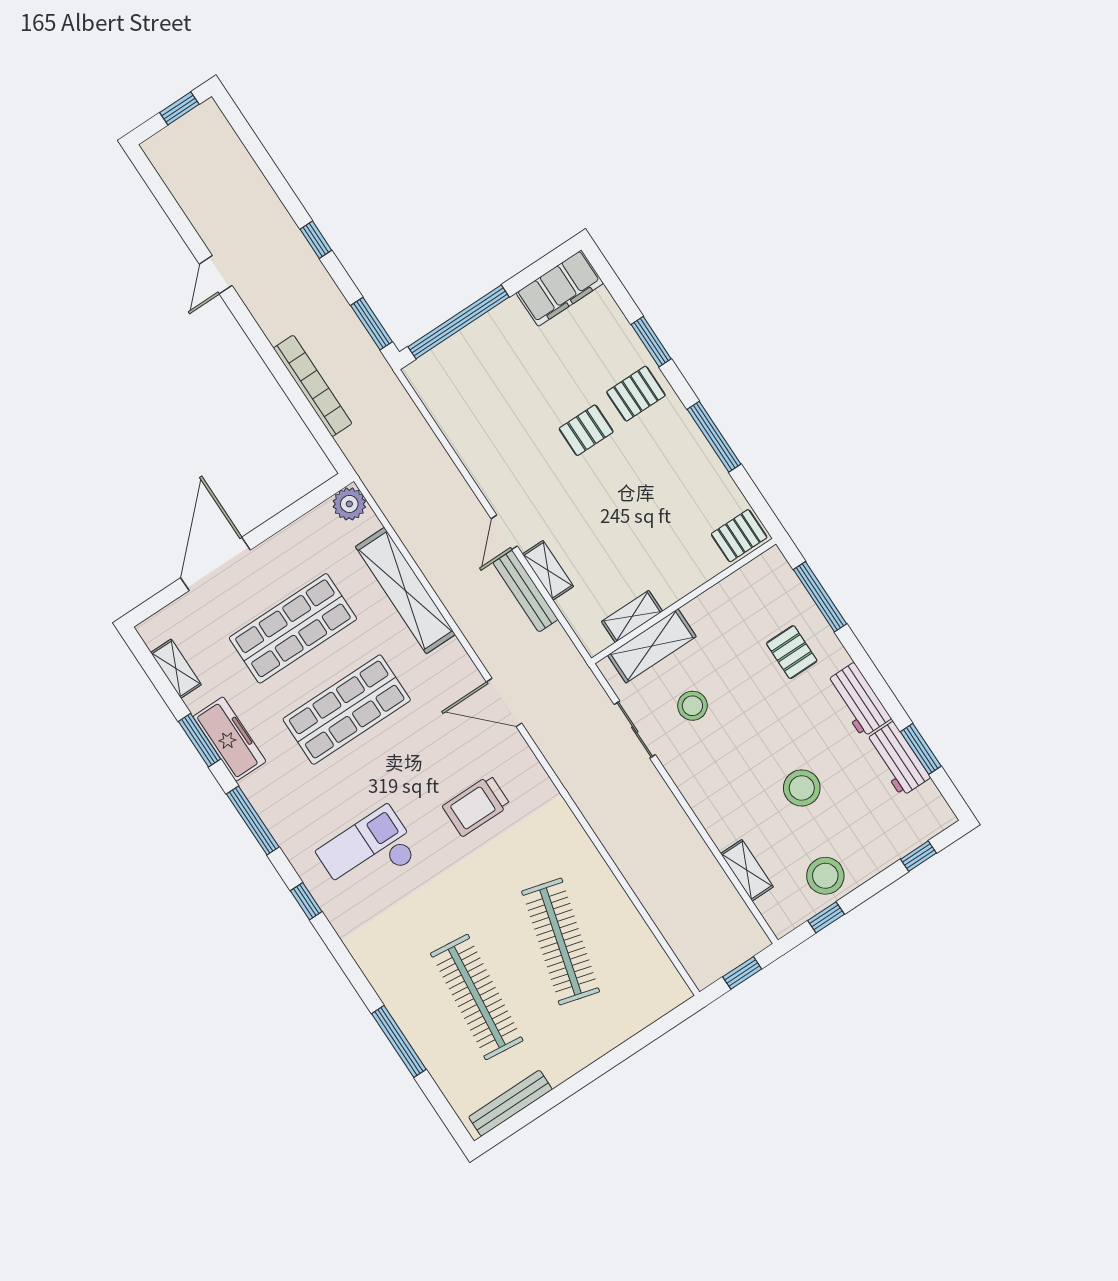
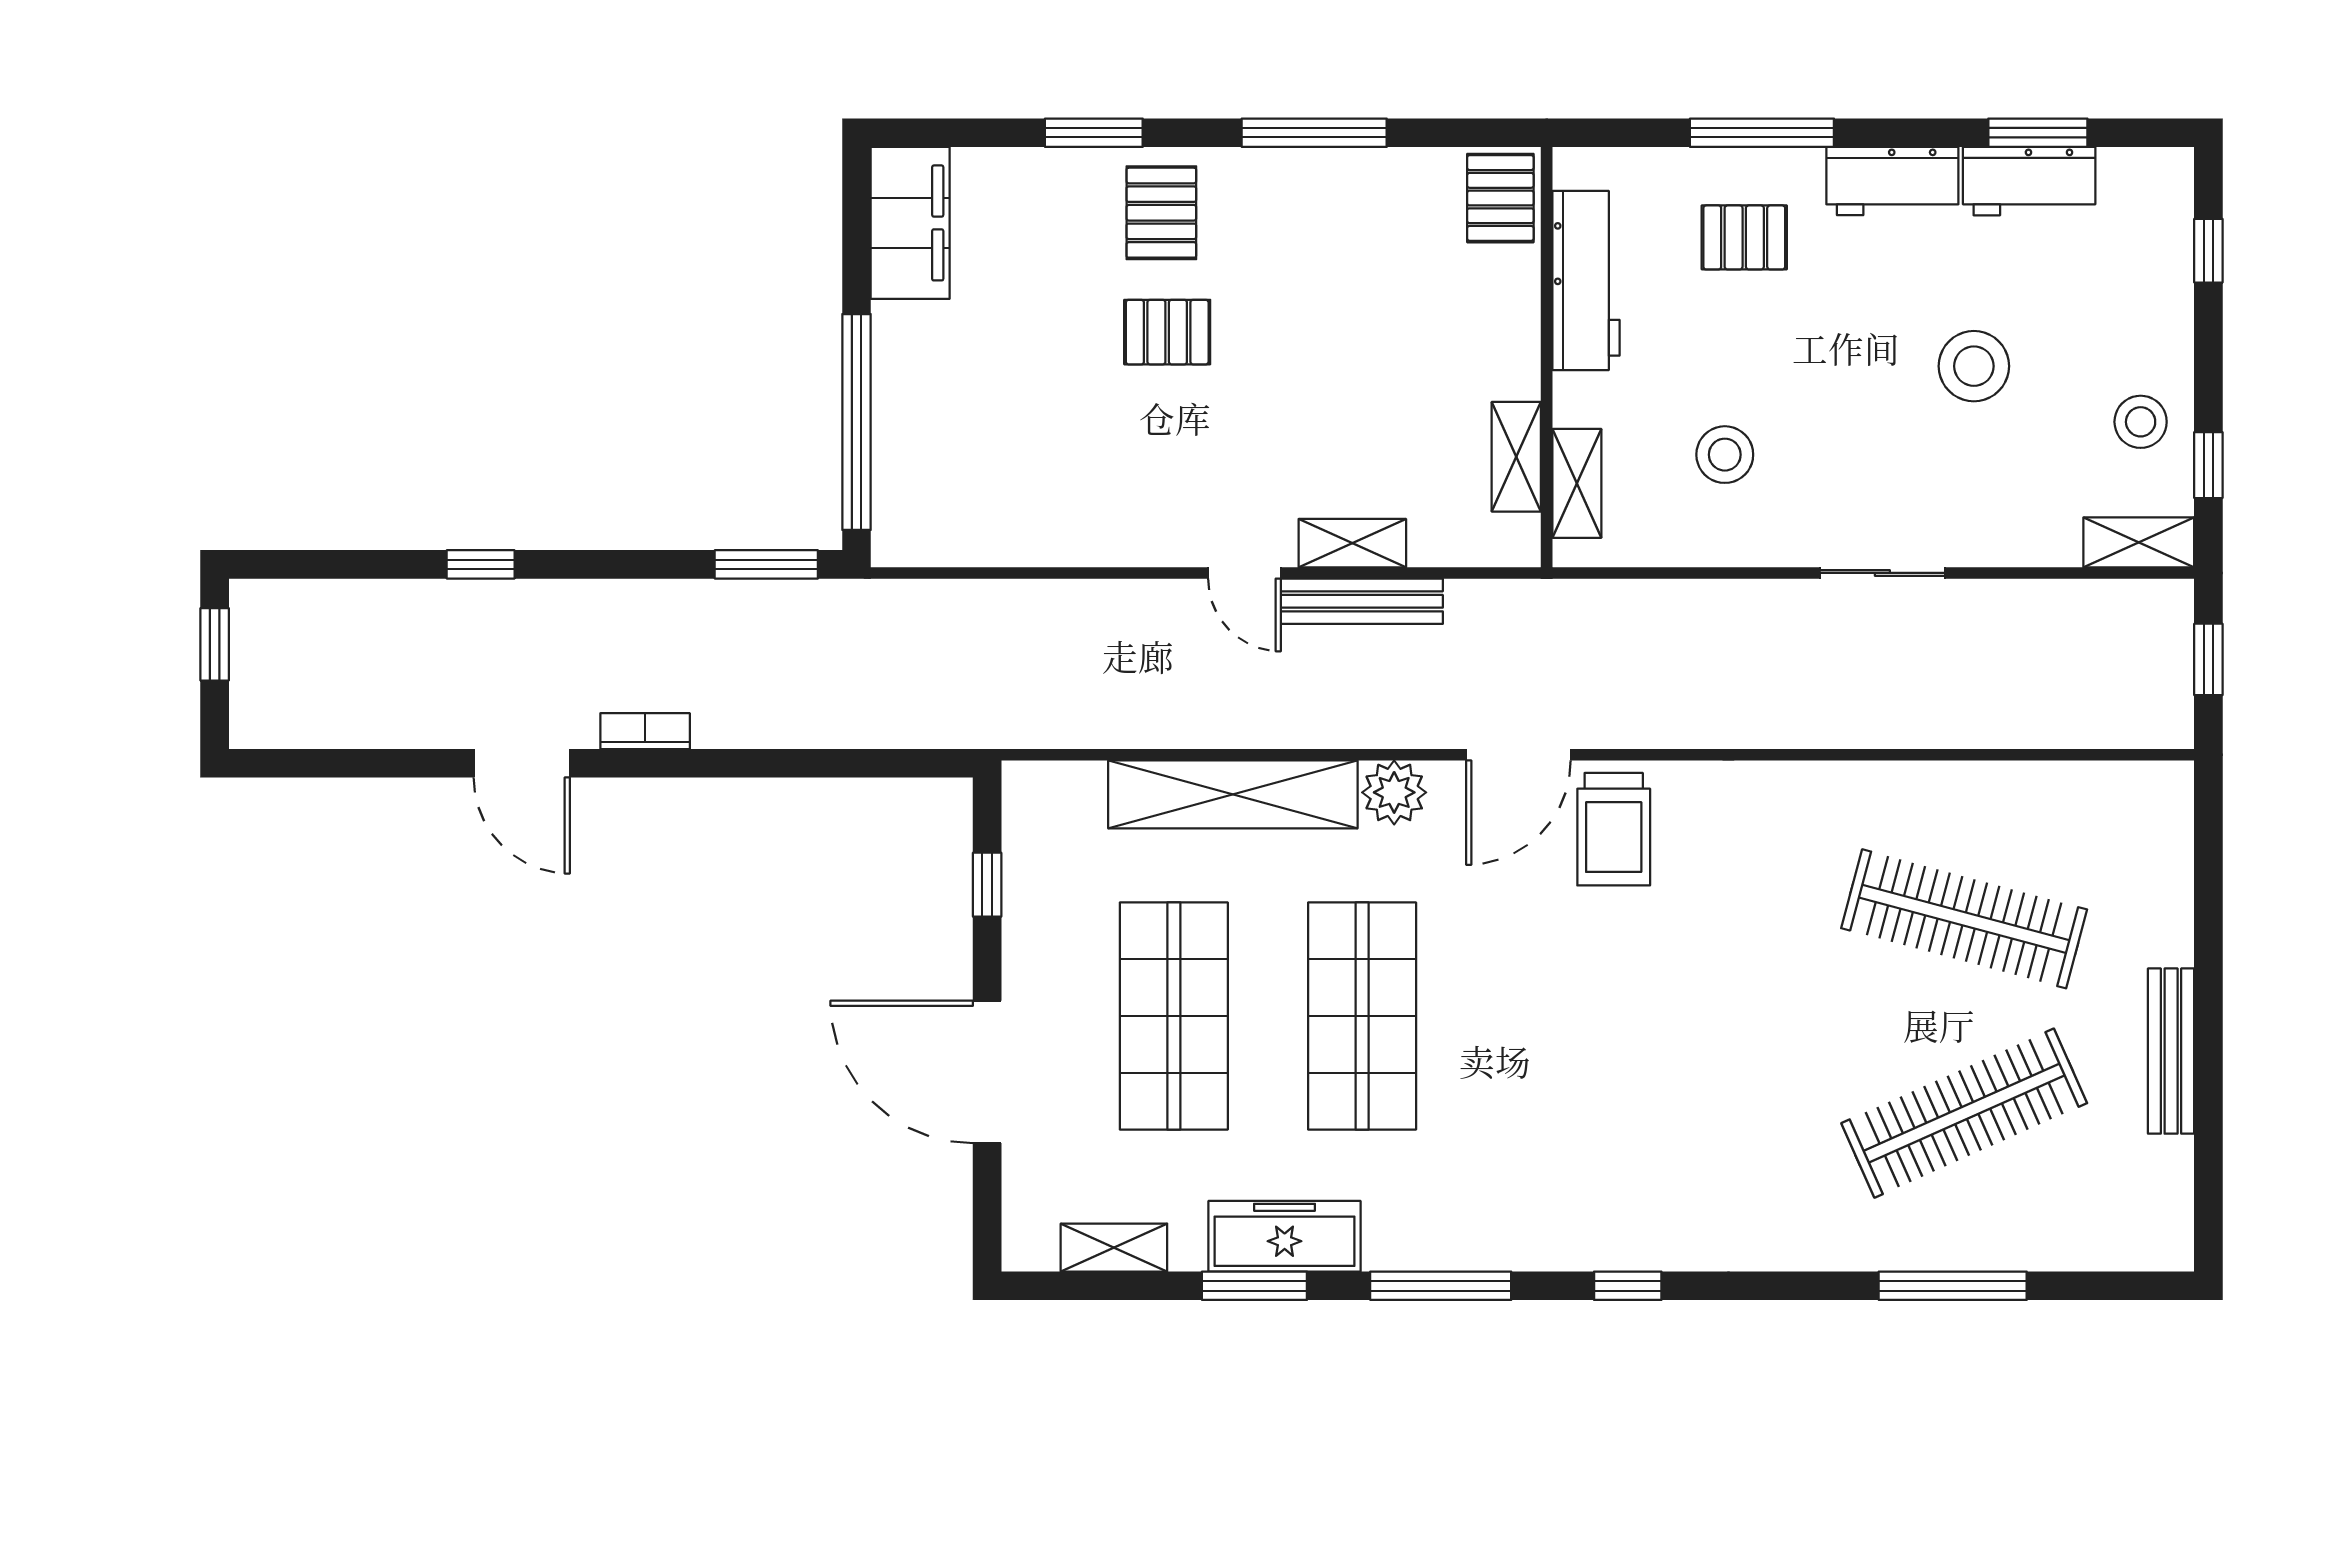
window: (316, 240) -> (481, 564), moved
door: (216, 275) -> (522, 763), width x1.37
bookcase: (313, 386) -> (645, 731), moved, width x0.43, depth x0.76
pallet: (586, 430) -> (1167, 332), turned 90
plant: (349, 504) -> (1394, 792), moved
window: (296, 510) -> (987, 885), added
workbench: (728, 596) -> (1586, 280), added
window: (820, 597) -> (1762, 133), moved
shelving: (652, 646) -> (1577, 483), width x0.67, depth x0.75
sliding door: (635, 730) -> (1882, 573), moved
trolley: (476, 806) -> (1614, 829), moved
checkout: (368, 852) -> (1615, 1134), removed
shelving: (747, 870) -> (2139, 542), moved
stool: (825, 876) -> (2141, 422), width x0.73, depth x0.73
clothes rail: (477, 997) -> (1964, 1113), turned -30
bench: (510, 1103) -> (2171, 1051), moved

